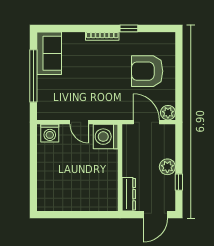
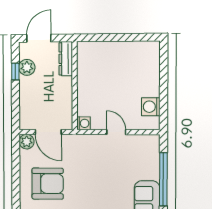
washing machine: (50, 133) -> (151, 107), moved, turned -90
washing machine: (106, 137) -> (84, 123), width x0.53, depth x0.53
plant: (167, 167) -> (27, 67), moved

